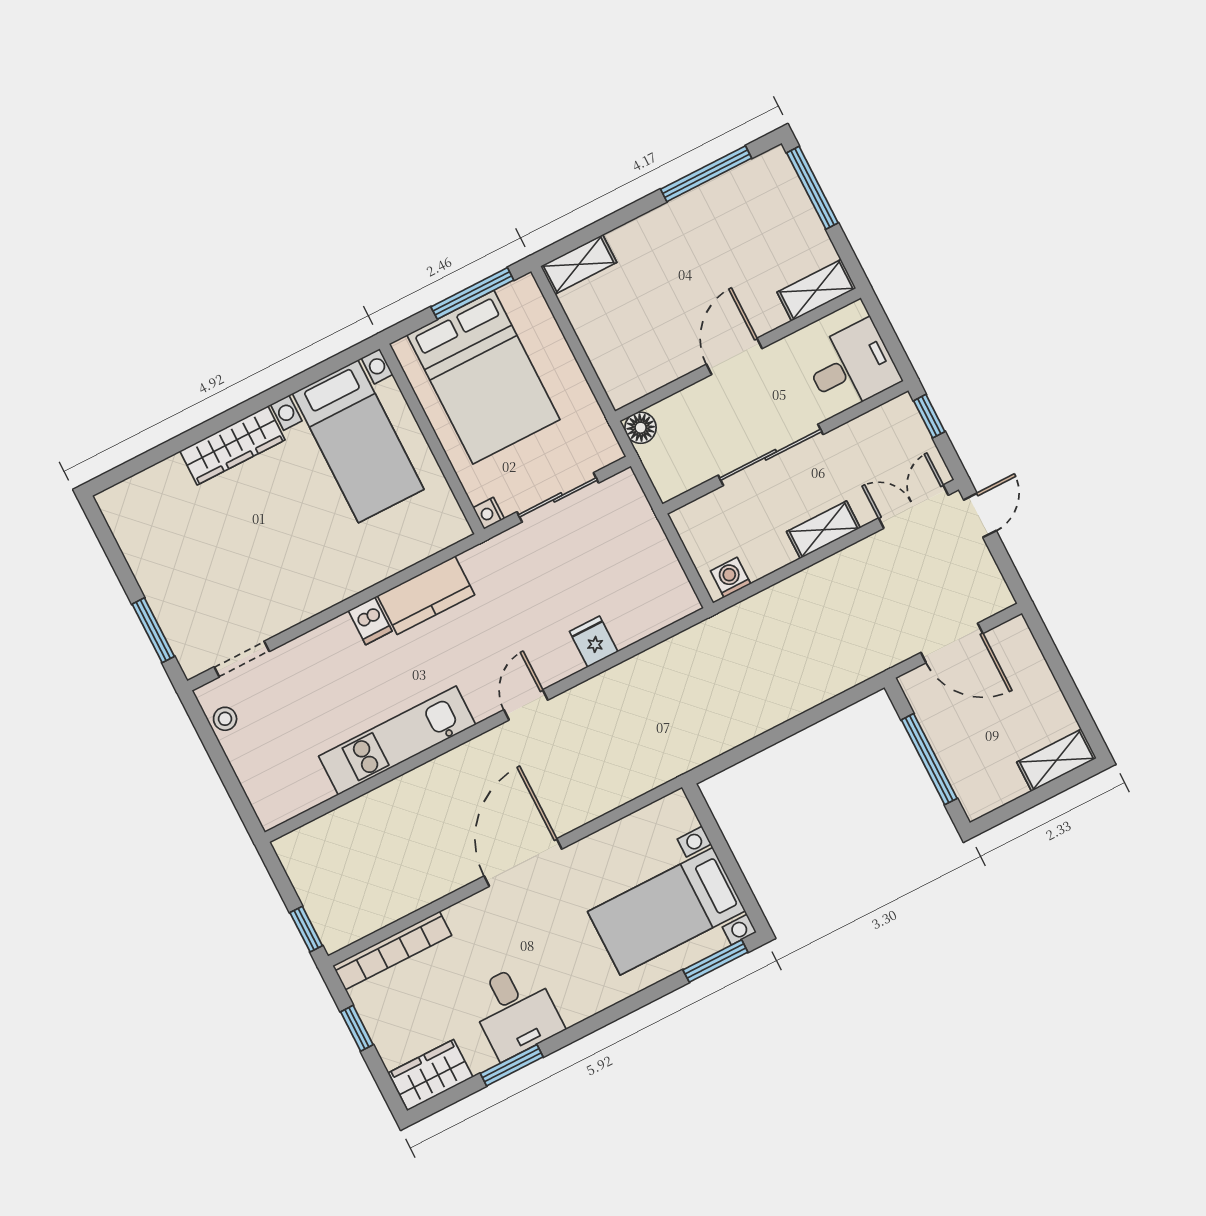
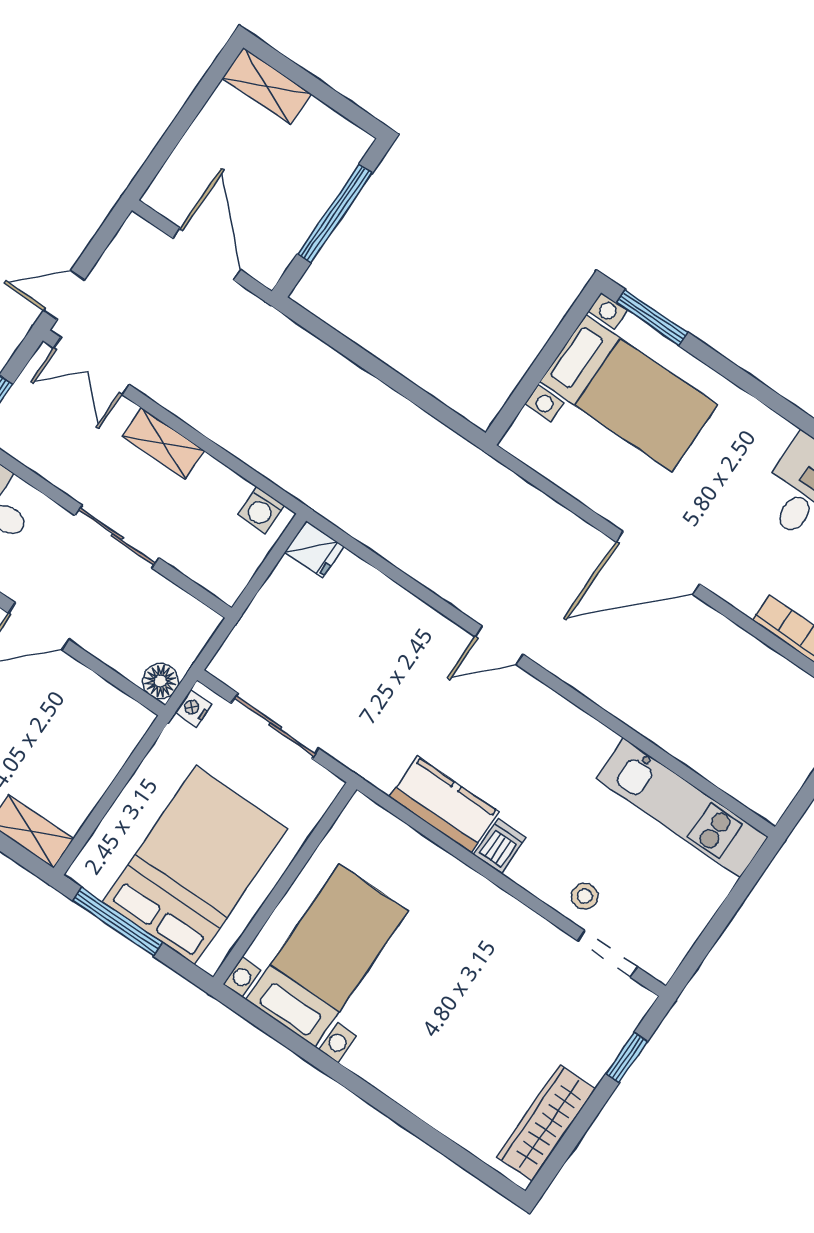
wardrobe: (232, 445) -> (546, 1123), moved, turned -90
sliding door: (771, 455) -> (117, 537), width x0.73
nightstand: (489, 513) -> (194, 708), moved, turned 180
window: (153, 630) -> (627, 1058), width x0.67
fridge: (594, 642) -> (314, 549), moved, turned -90
stool: (225, 719) -> (585, 896), moved
kitchen unit: (397, 740) -> (682, 808), moved

